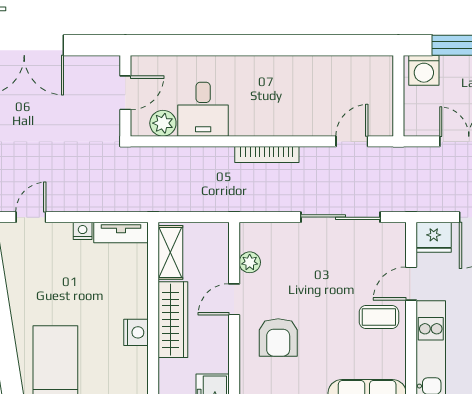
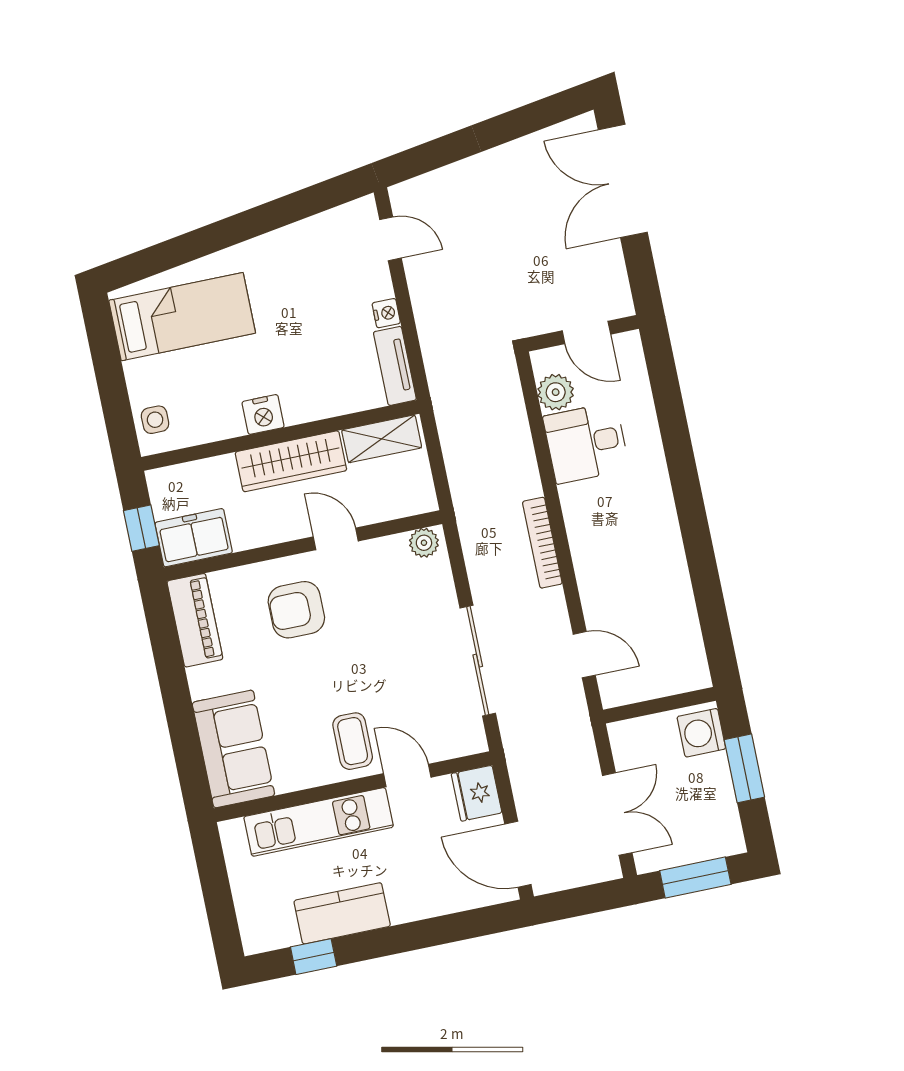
plant: (250, 262) -> (424, 543), moved

